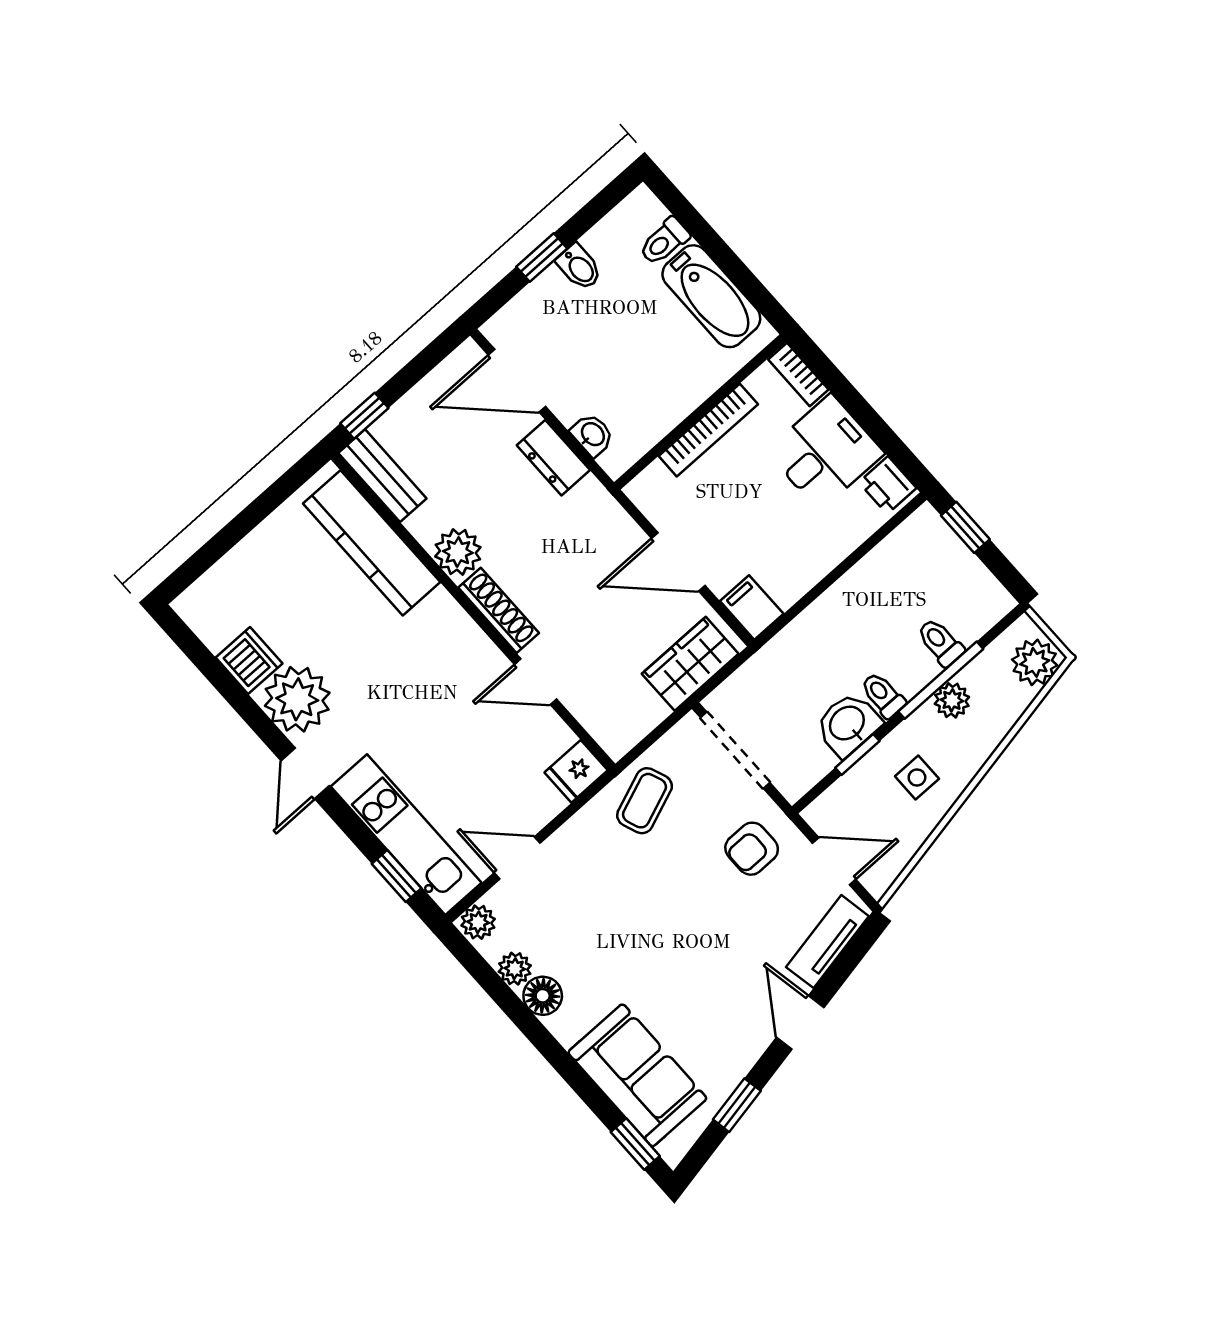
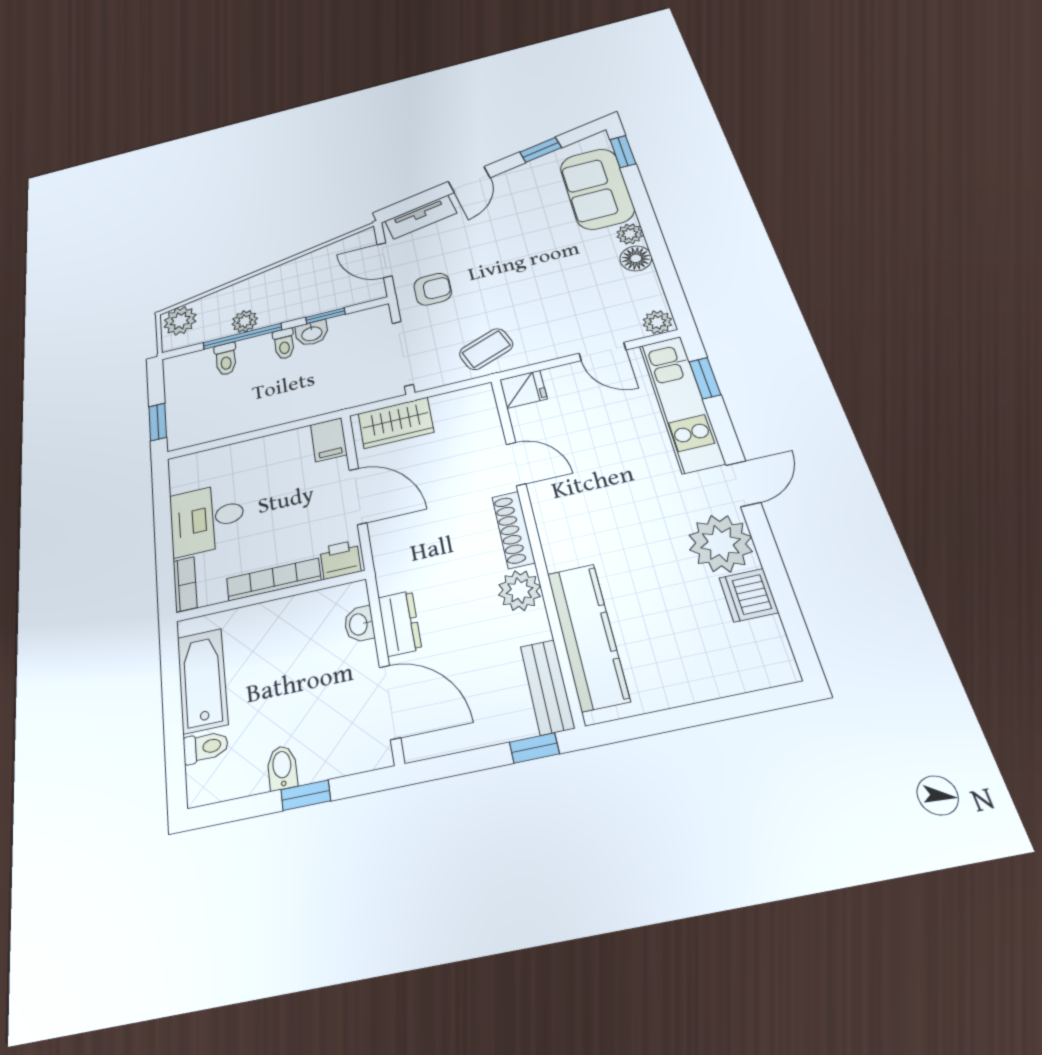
printer: (888, 485) -> (340, 560), moved, turned -90
washbasin: (848, 724) -> (312, 333), width x0.72, depth x0.69
side table: (917, 778) -> (299, 286), removed
plant: (515, 969) -> (630, 234), moved

